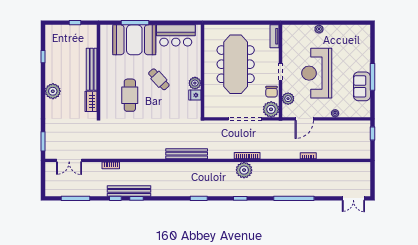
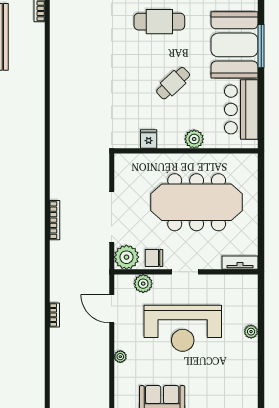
reception desk: (317, 73) -> (183, 328), turned 180
plant: (195, 83) -> (194, 139), moved
cafe table: (130, 95) -> (159, 22), moved
bench: (187, 154) -> (58, 126), removed
plant: (244, 170) -> (32, 215), removed

